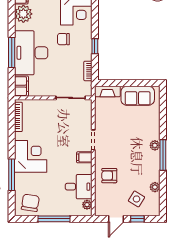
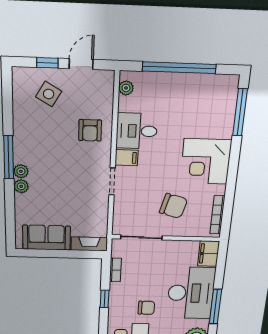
window: (12, 52) -> (215, 307), moved
window: (12, 175) -> (240, 112), moved
armchair: (109, 176) -> (90, 130), turned 90
desk: (79, 187) -> (137, 131), moved
plant: (155, 187) -> (21, 186), moved
chair: (30, 203) -> (173, 206), moved, turned -84
window: (54, 219) -> (179, 68), width x1.46

